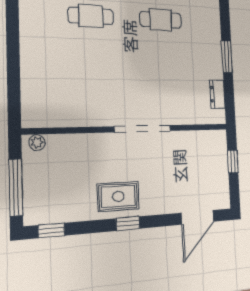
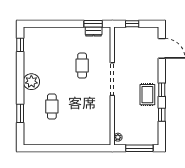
cafe table: (161, 20) -> (82, 66), moved
window: (227, 57) -> (93, 24), moved
window: (51, 230) -> (162, 115), moved

